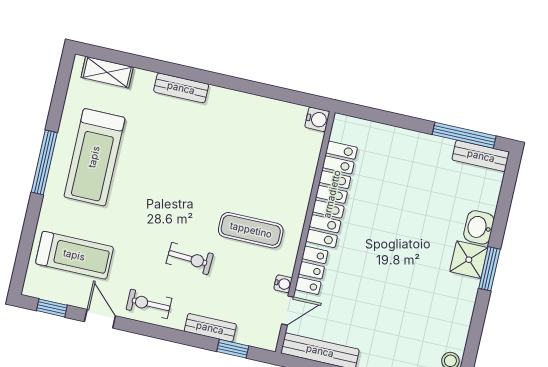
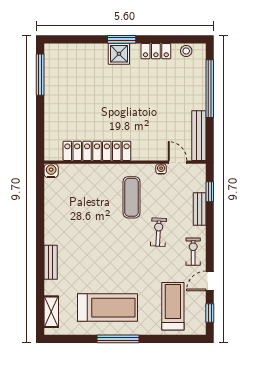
bench: (481, 156) -> (51, 61), removed
washbasin: (479, 227) -> (97, 52), removed
locker: (311, 270) -> (156, 51), moved, turned 180
exercise bike: (149, 304) -> (193, 252), turned 180

